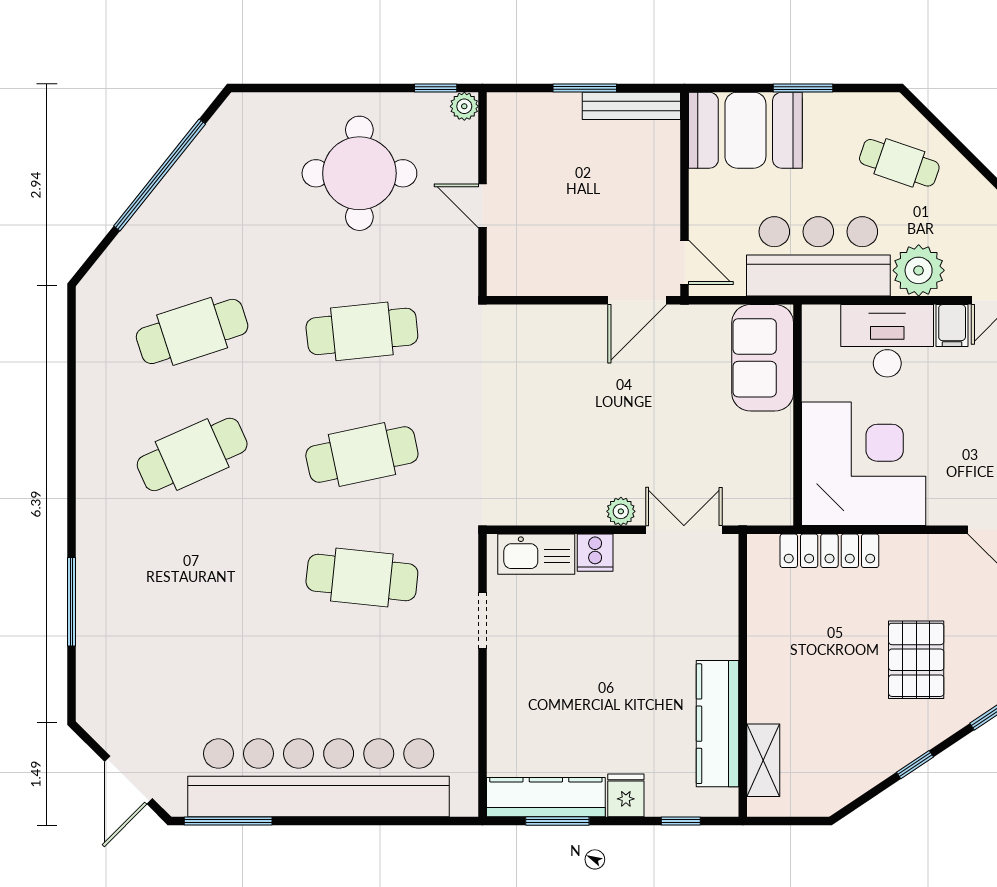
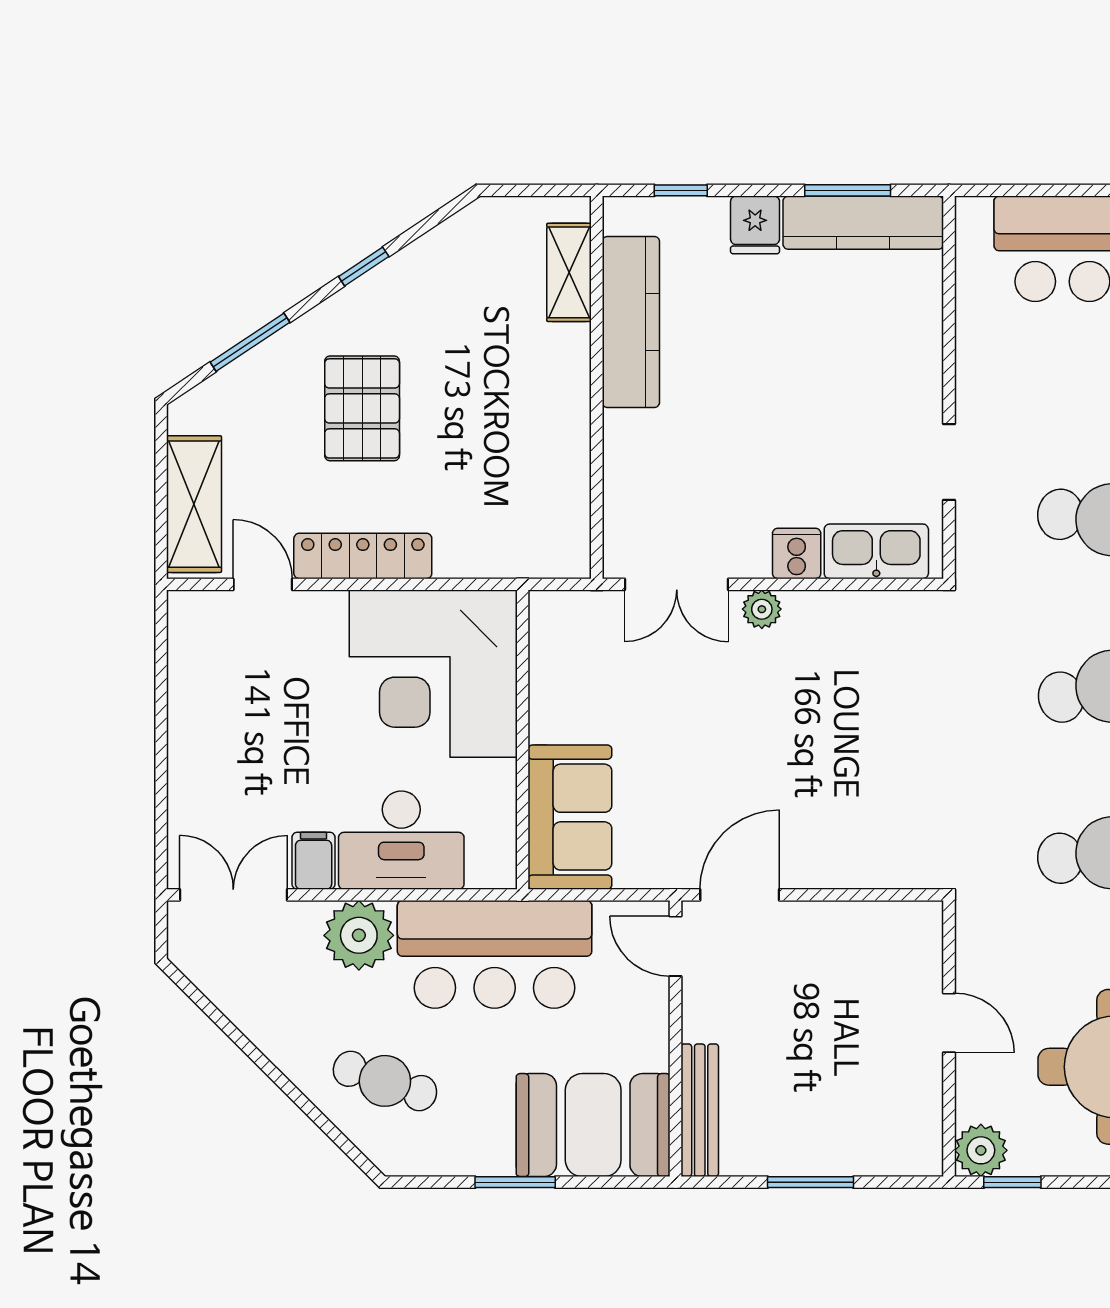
plant: (464, 106) -> (981, 1150), width x1.38, depth x1.38
bench: (631, 106) -> (700, 1110), moved, turned 90
locker: (829, 551) -> (363, 556), moved

